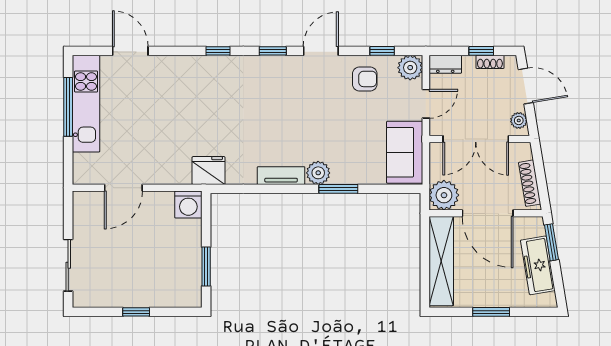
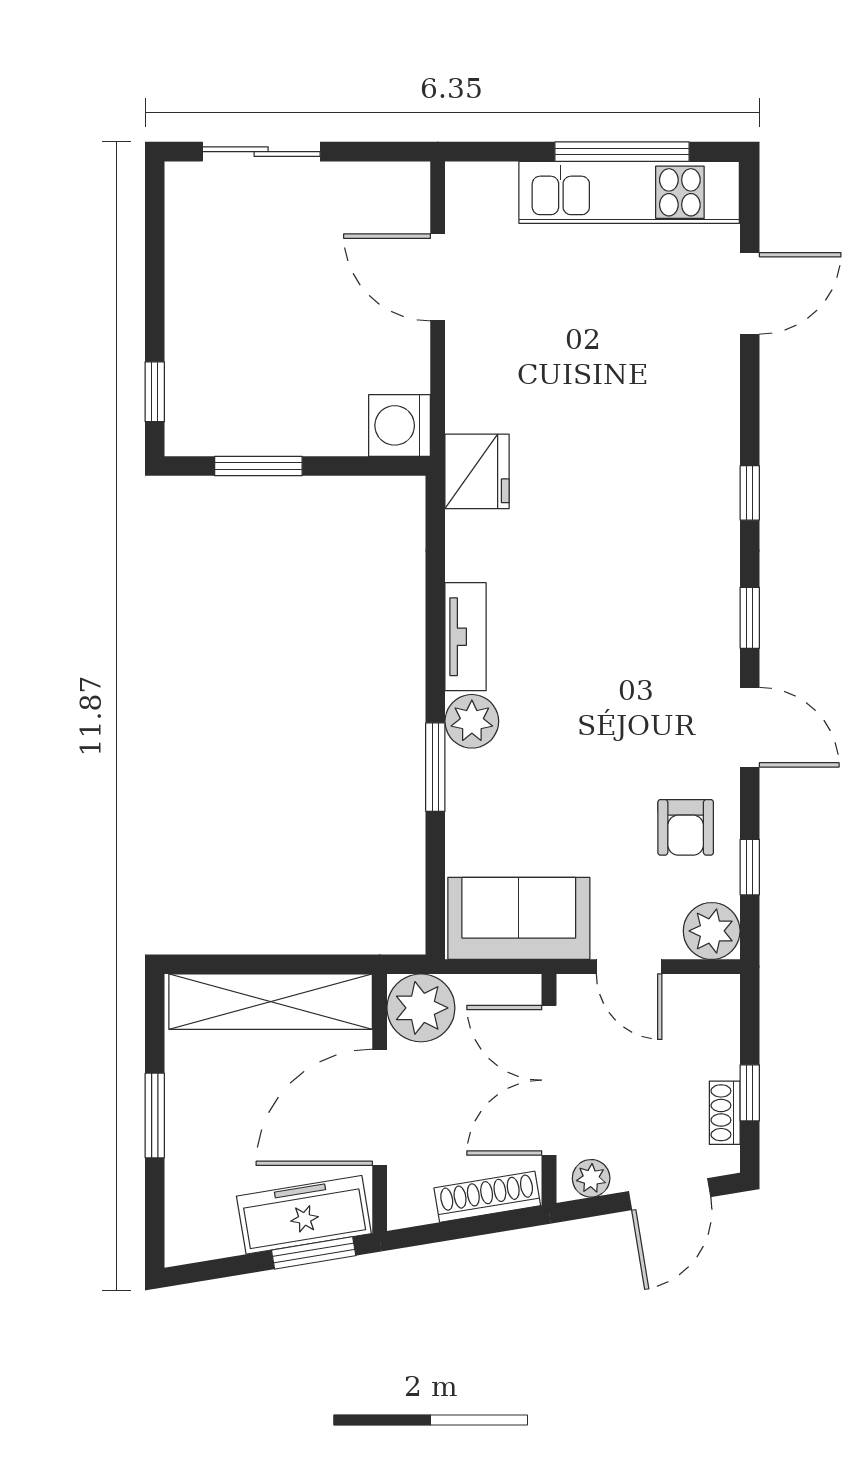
dresser: (445, 64) -> (719, 1011), removed
shoe rack: (530, 183) -> (487, 1197), moved
freezer: (538, 265) -> (304, 1215), moved
window: (136, 312) -> (155, 392), moved

